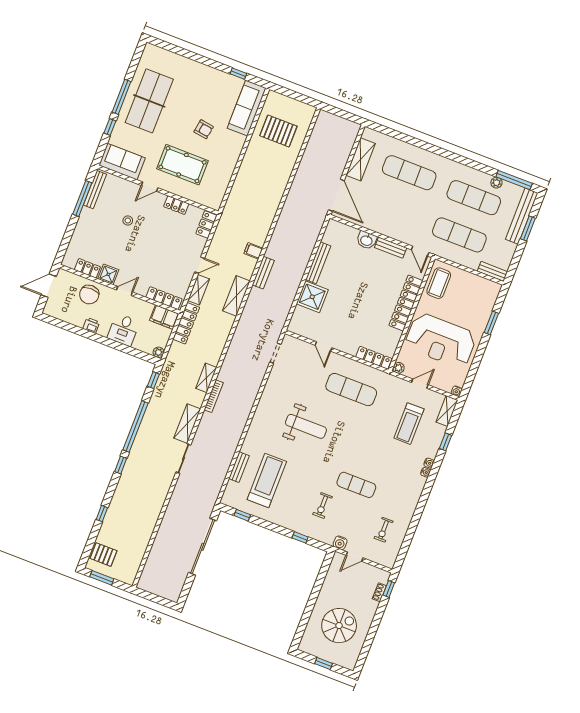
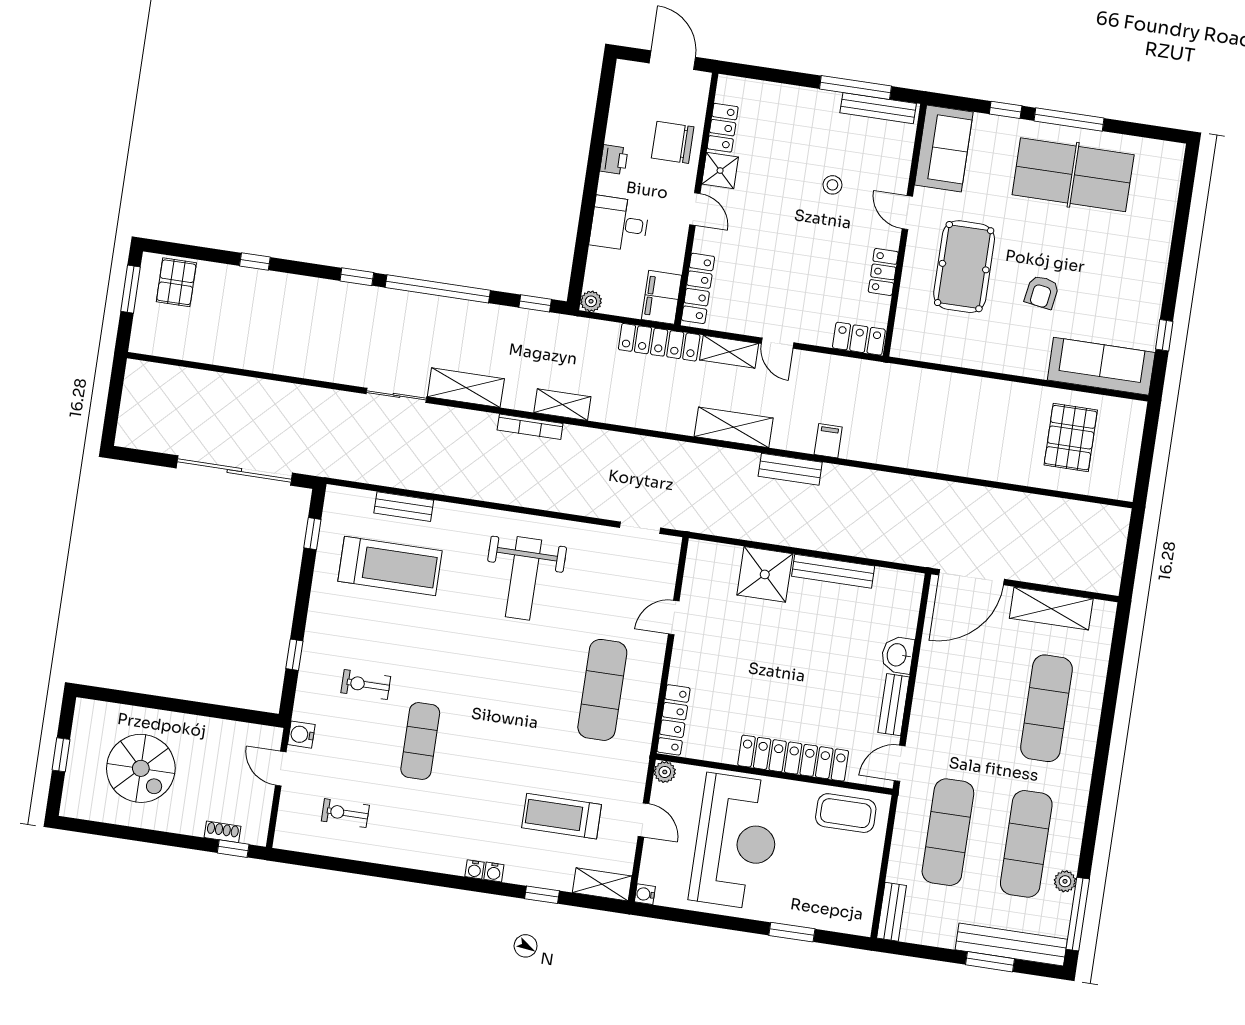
reception desk: (441, 340) -> (736, 842), turned 180
weight bench: (306, 426) -> (523, 578), moved

